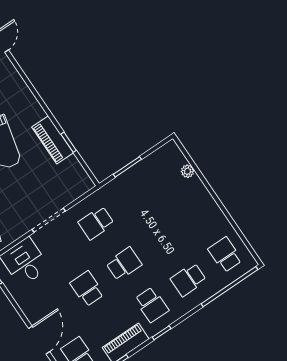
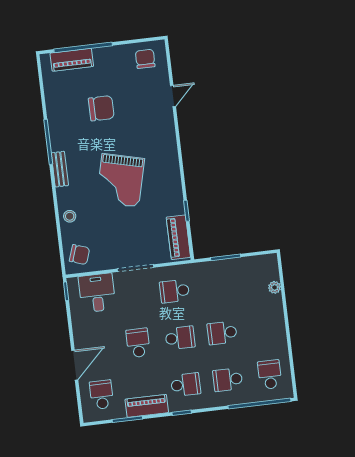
piano: (53, 140) -> (178, 237), moved
school desk: (161, 239) -> (222, 333), added
school desk: (152, 305) -> (186, 385), turned -90

